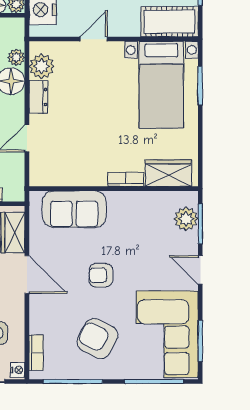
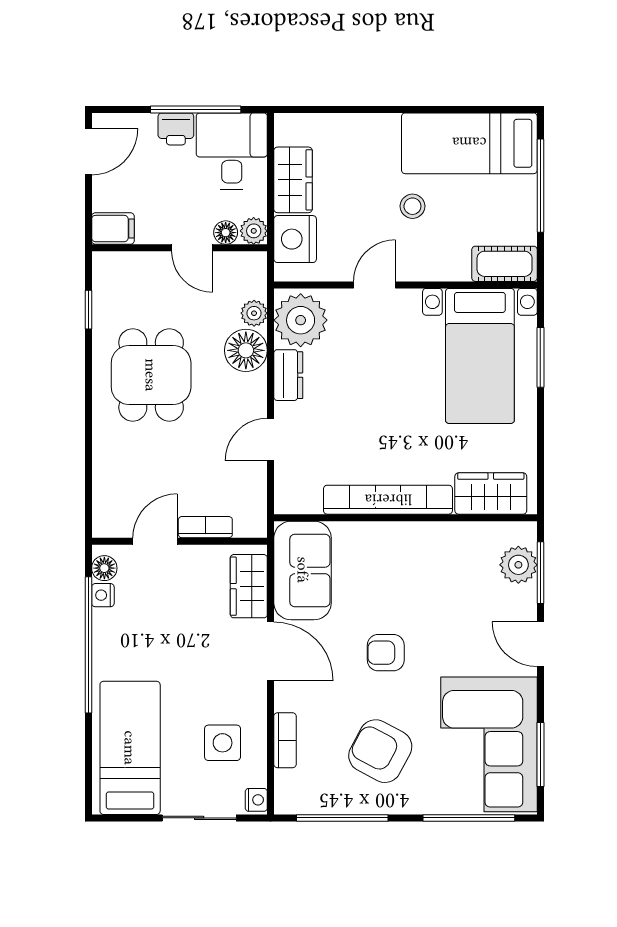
cot: (169, 22) -> (505, 264), width x0.73, depth x0.75
plant: (42, 66) -> (301, 320), width x1.36, depth x1.36
bookcase: (126, 179) -> (388, 500), width x2.31, depth x1.31
sofa: (74, 209) -> (303, 570), moved, turned -90
bookcase: (36, 353) -> (285, 740), moved

